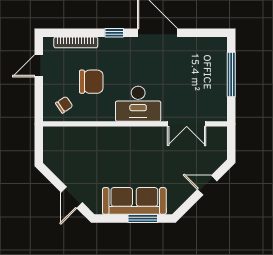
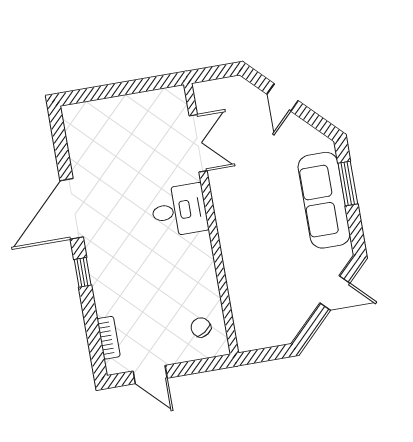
bookcase: (76, 42) -> (109, 338), width x0.64
window: (231, 74) -> (114, 90), removed
chair: (91, 82) -> (160, 294), removed
desk: (138, 104) -> (179, 210), width x0.73

